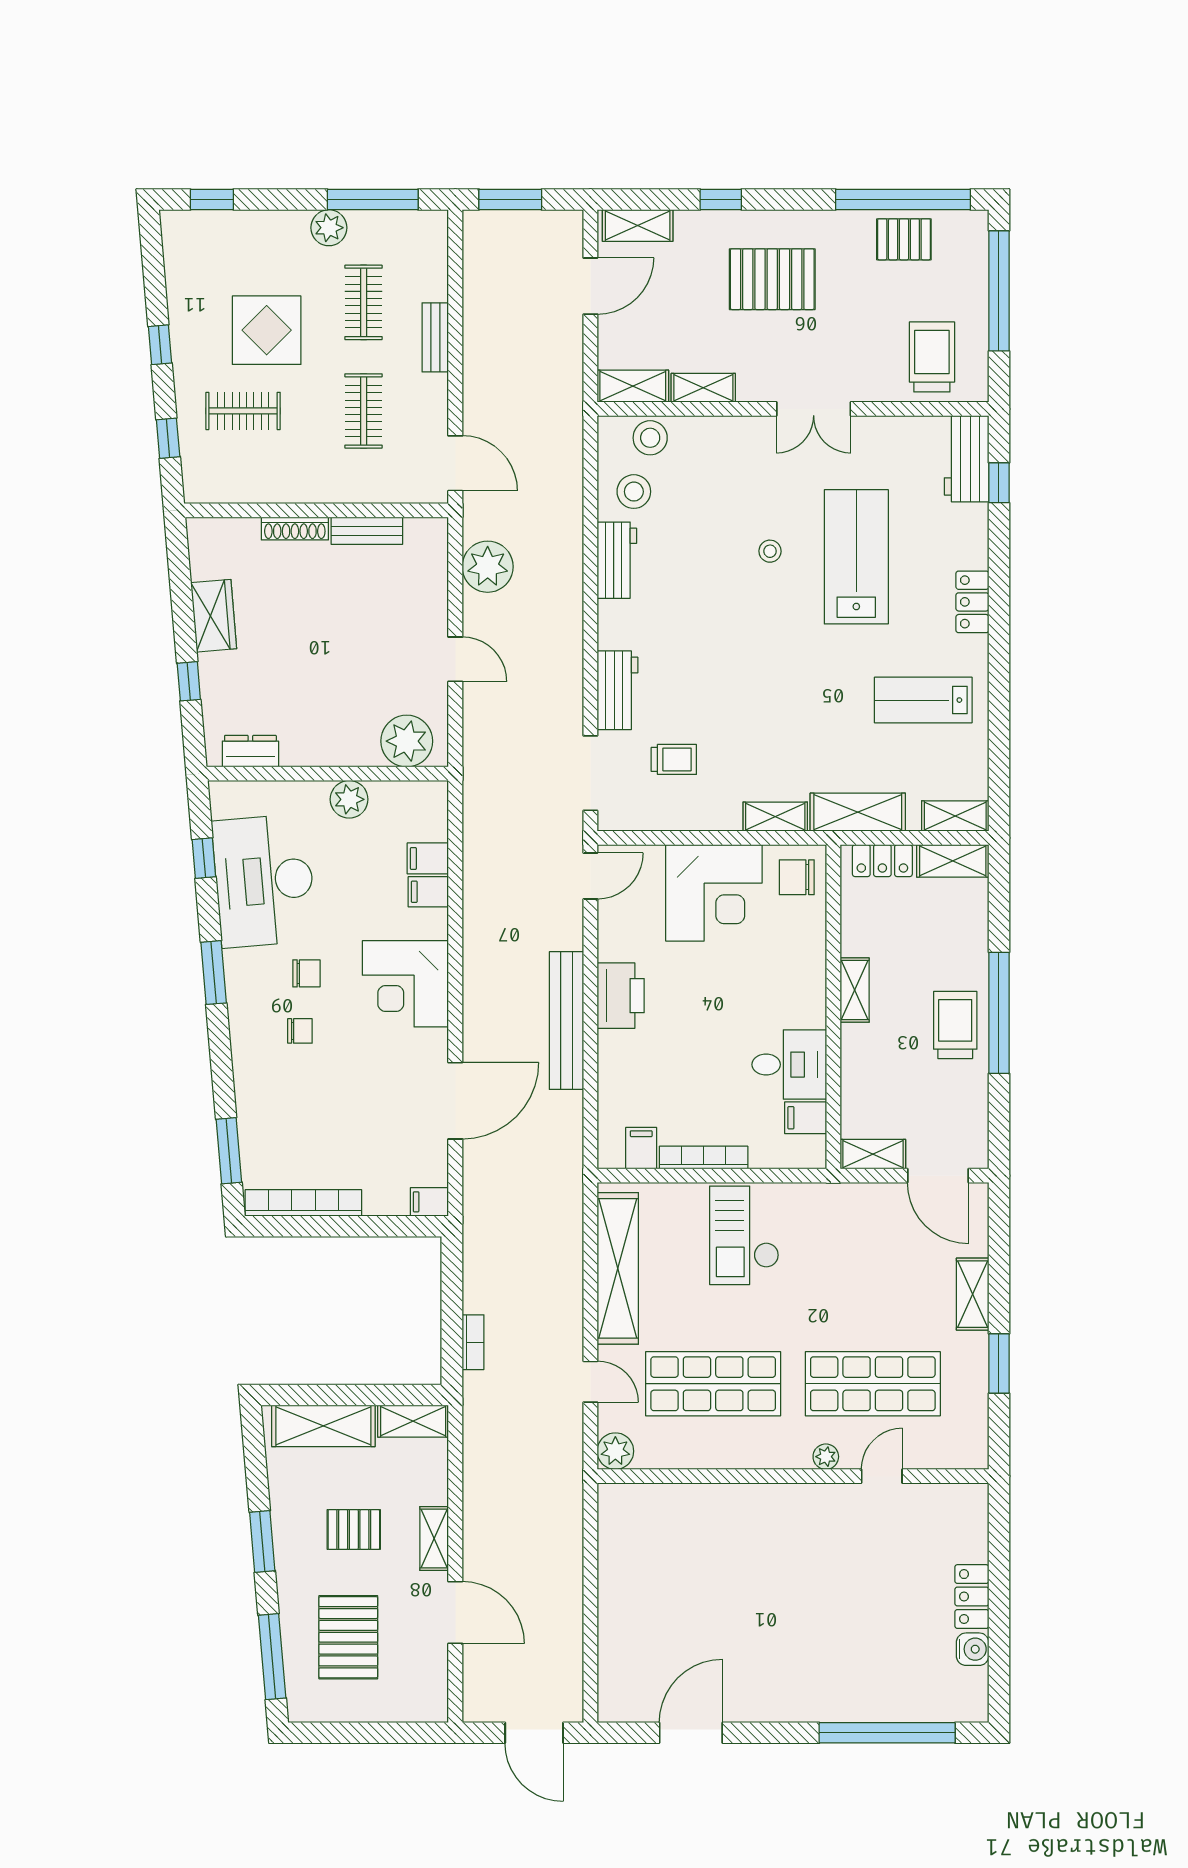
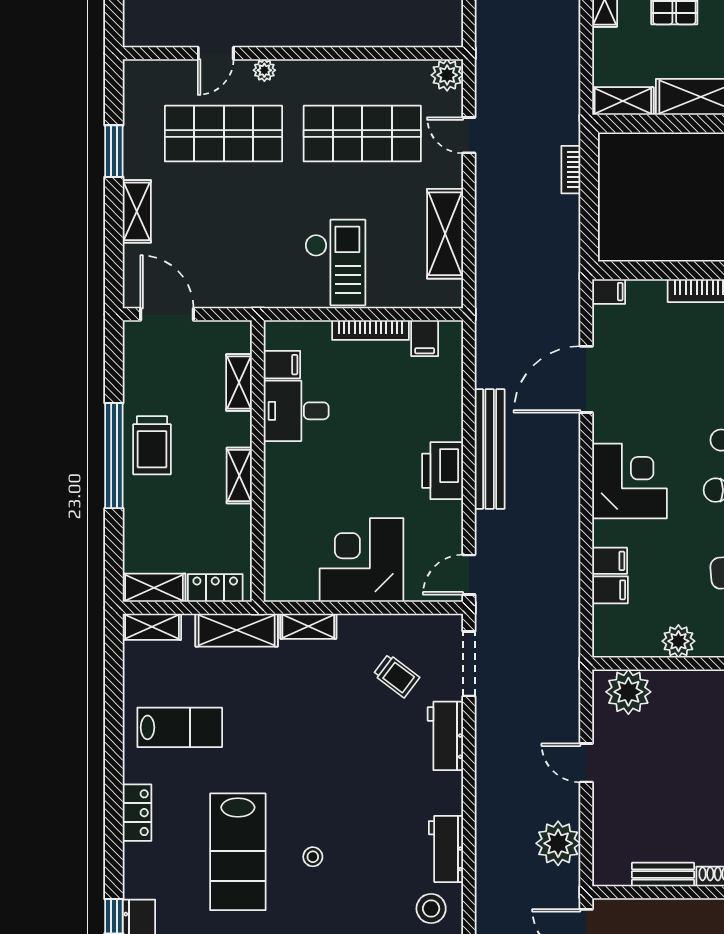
trolley: (674, 759) -> (396, 676), turned -143
chair: (797, 877) -> (290, 573), removed
shelving: (873, 1154) -> (239, 382), moved, turned 90
shelving: (618, 1268) -> (445, 234), width x0.68

